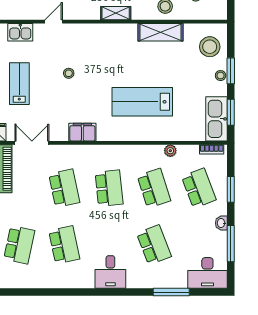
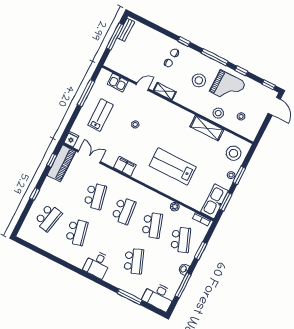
shelving: (116, 13) -> (165, 91), moved

